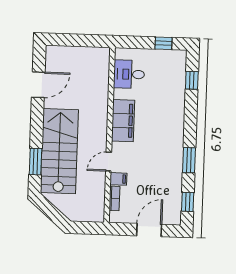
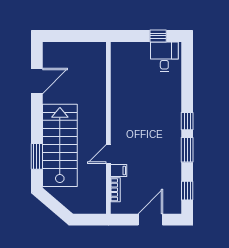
desk: (129, 74) -> (164, 57), moved, turned 90
window: (192, 80) -> (187, 121), moved
filing cabinet: (123, 121) -> (121, 113), removed

